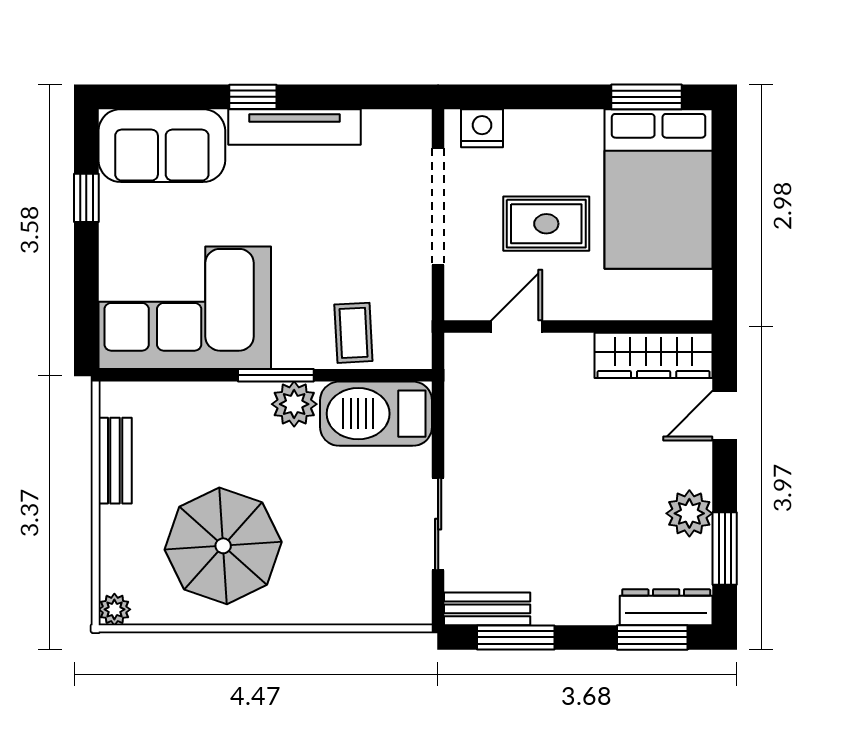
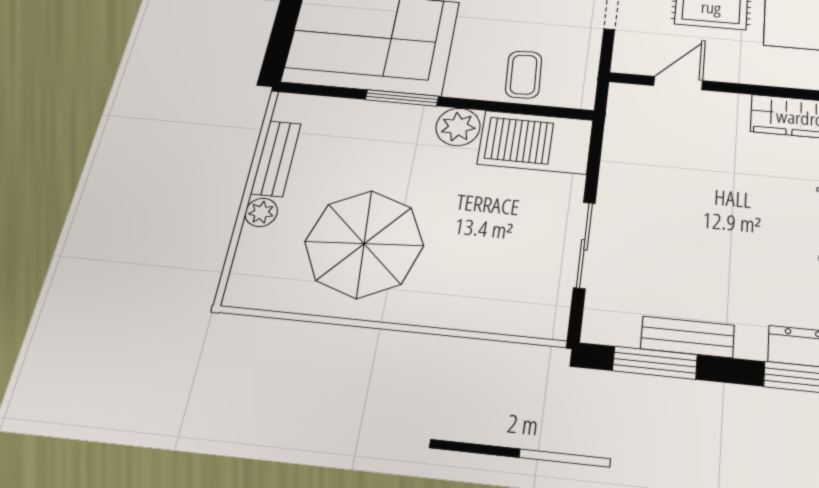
window: (276, 375) -> (402, 98), moved
plant: (114, 609) -> (261, 212), moved
bench: (487, 609) -> (687, 337), moved

